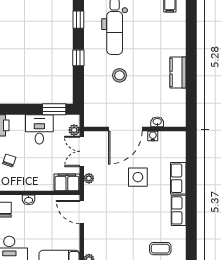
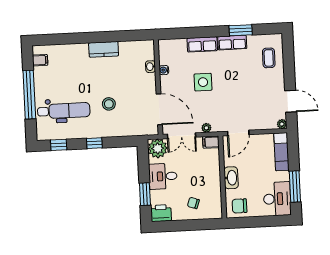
window: (54, 109) -> (145, 194), moved
door: (125, 129) -> (159, 109), moved
plant: (74, 130) -> (158, 148), width x1.87, depth x1.87
filing cabinet: (67, 182) -> (211, 142), width x0.50
washbasin: (29, 200) -> (231, 178), width x1.91, depth x1.45
window: (191, 220) -> (241, 30), added

